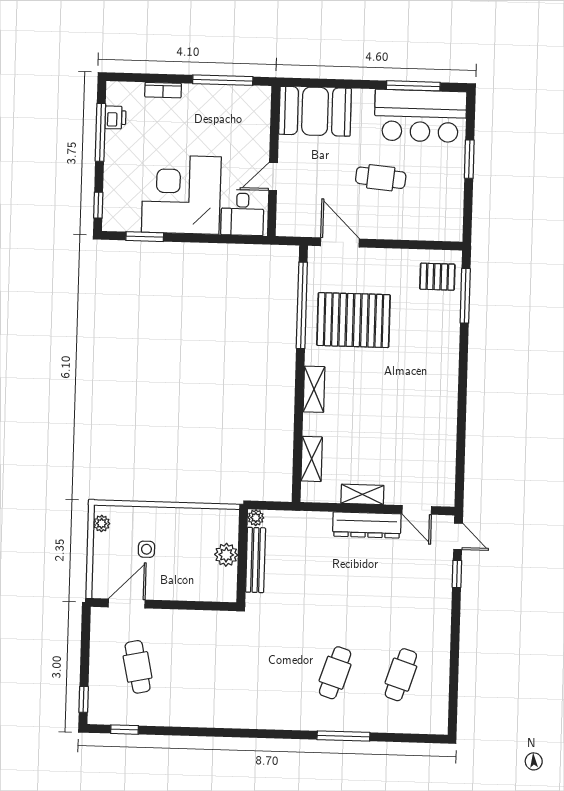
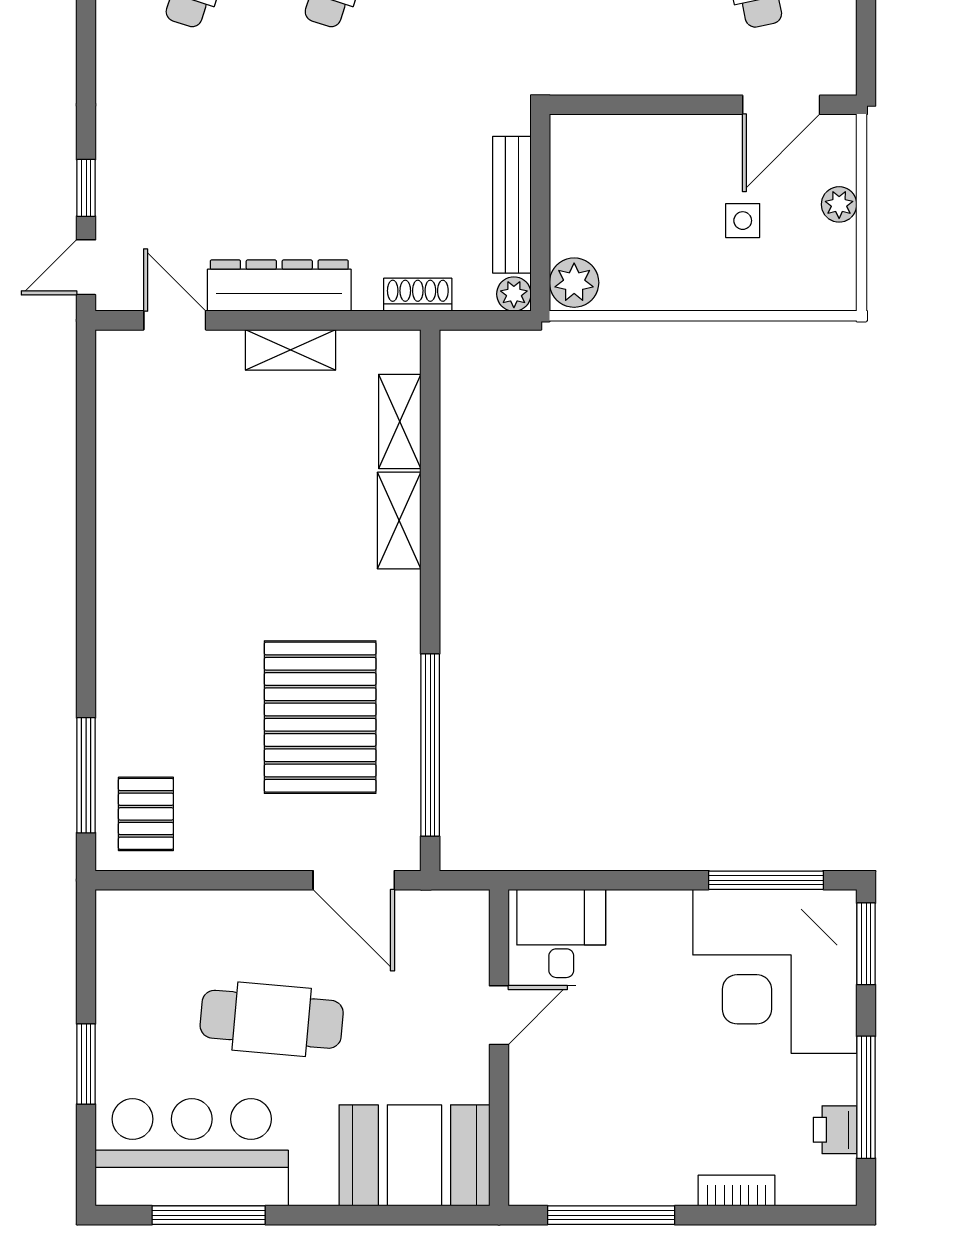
cafe table: (381, 178) -> (272, 1019), width x1.37, depth x1.35
corner desk: (181, 194) -> (775, 971), moved, turned 90
window: (98, 205) -> (866, 944), width x1.50
window: (145, 237) -> (766, 880), width x1.44
pallet: (437, 277) -> (146, 814), turned 90
pallet: (354, 320) -> (320, 717), turned 90
shelving: (314, 389) -> (399, 521), moved
shoe rack: (301, 519) -> (418, 295), added
plant: (102, 523) -> (839, 204), moved
door: (458, 536) -> (86, 267), hinge flipped
plant: (226, 555) -> (574, 283), moved

